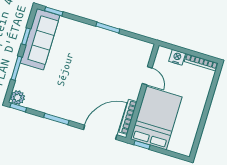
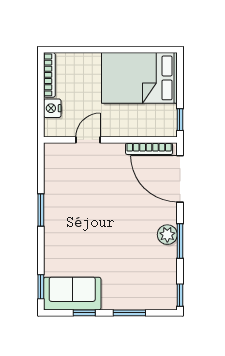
sofa: (40, 39) -> (72, 294), width x0.73
plant: (18, 98) -> (167, 235), moved
bed: (156, 118) -> (139, 78), moved

